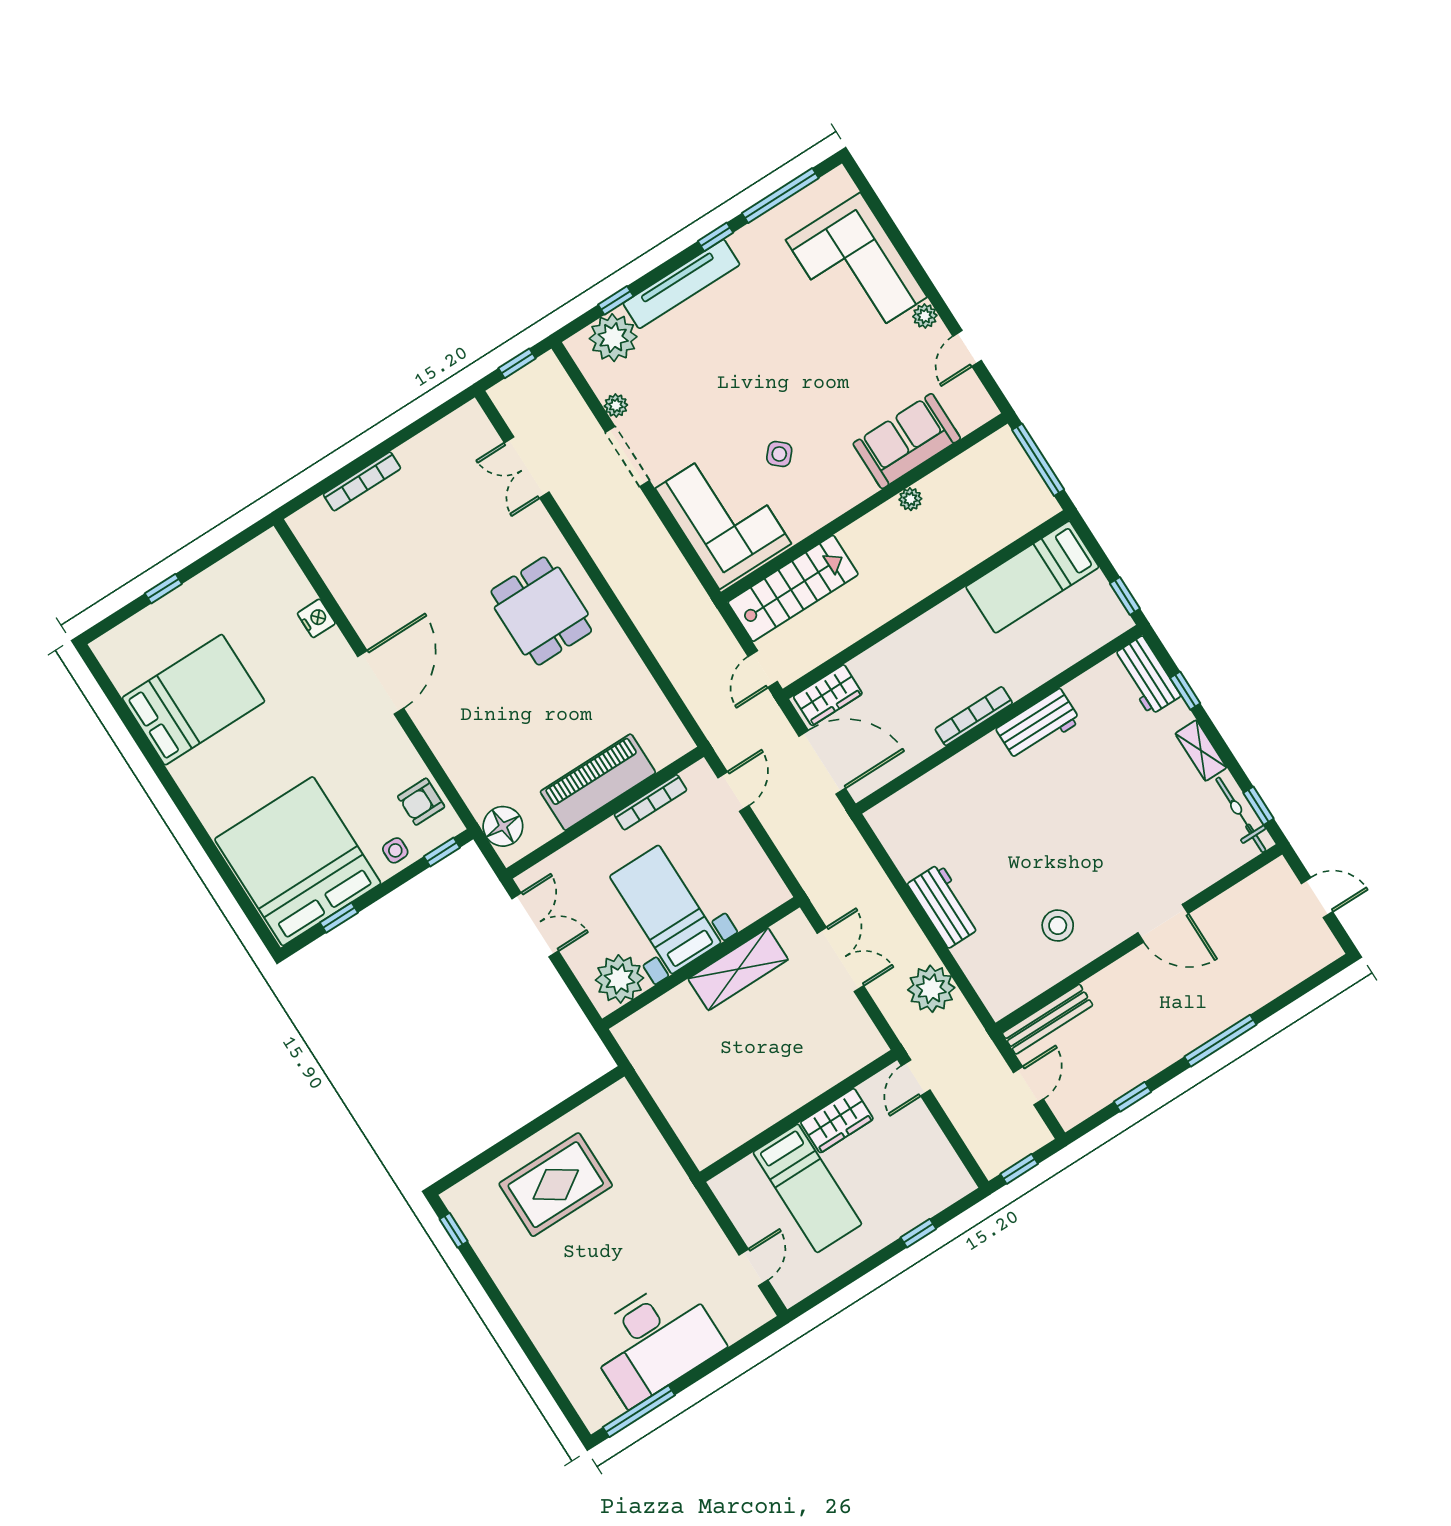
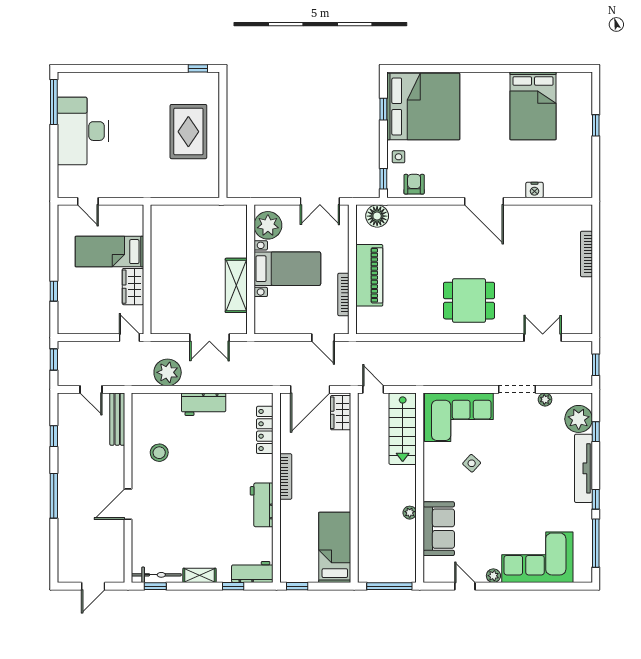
locker: (925, 791) -> (265, 430), added

